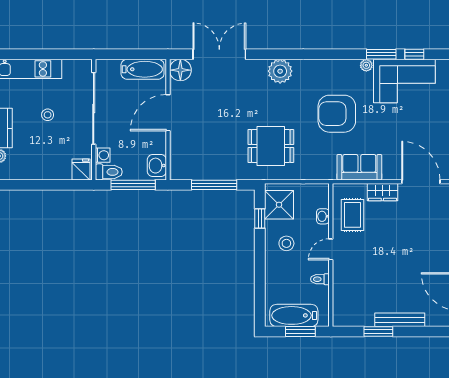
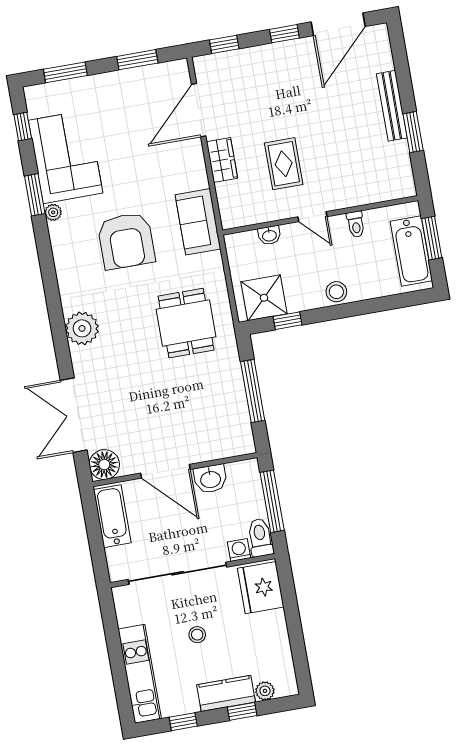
window: (414, 54) -> (23, 127), moved
washbasin: (157, 166) -> (210, 479), moved
sofa: (359, 167) -> (198, 222), moved
fridge: (81, 169) -> (261, 588), width x1.88, depth x1.34
rug: (352, 215) -> (284, 164), moved, turned 90
stool: (286, 243) -> (336, 292), moved

